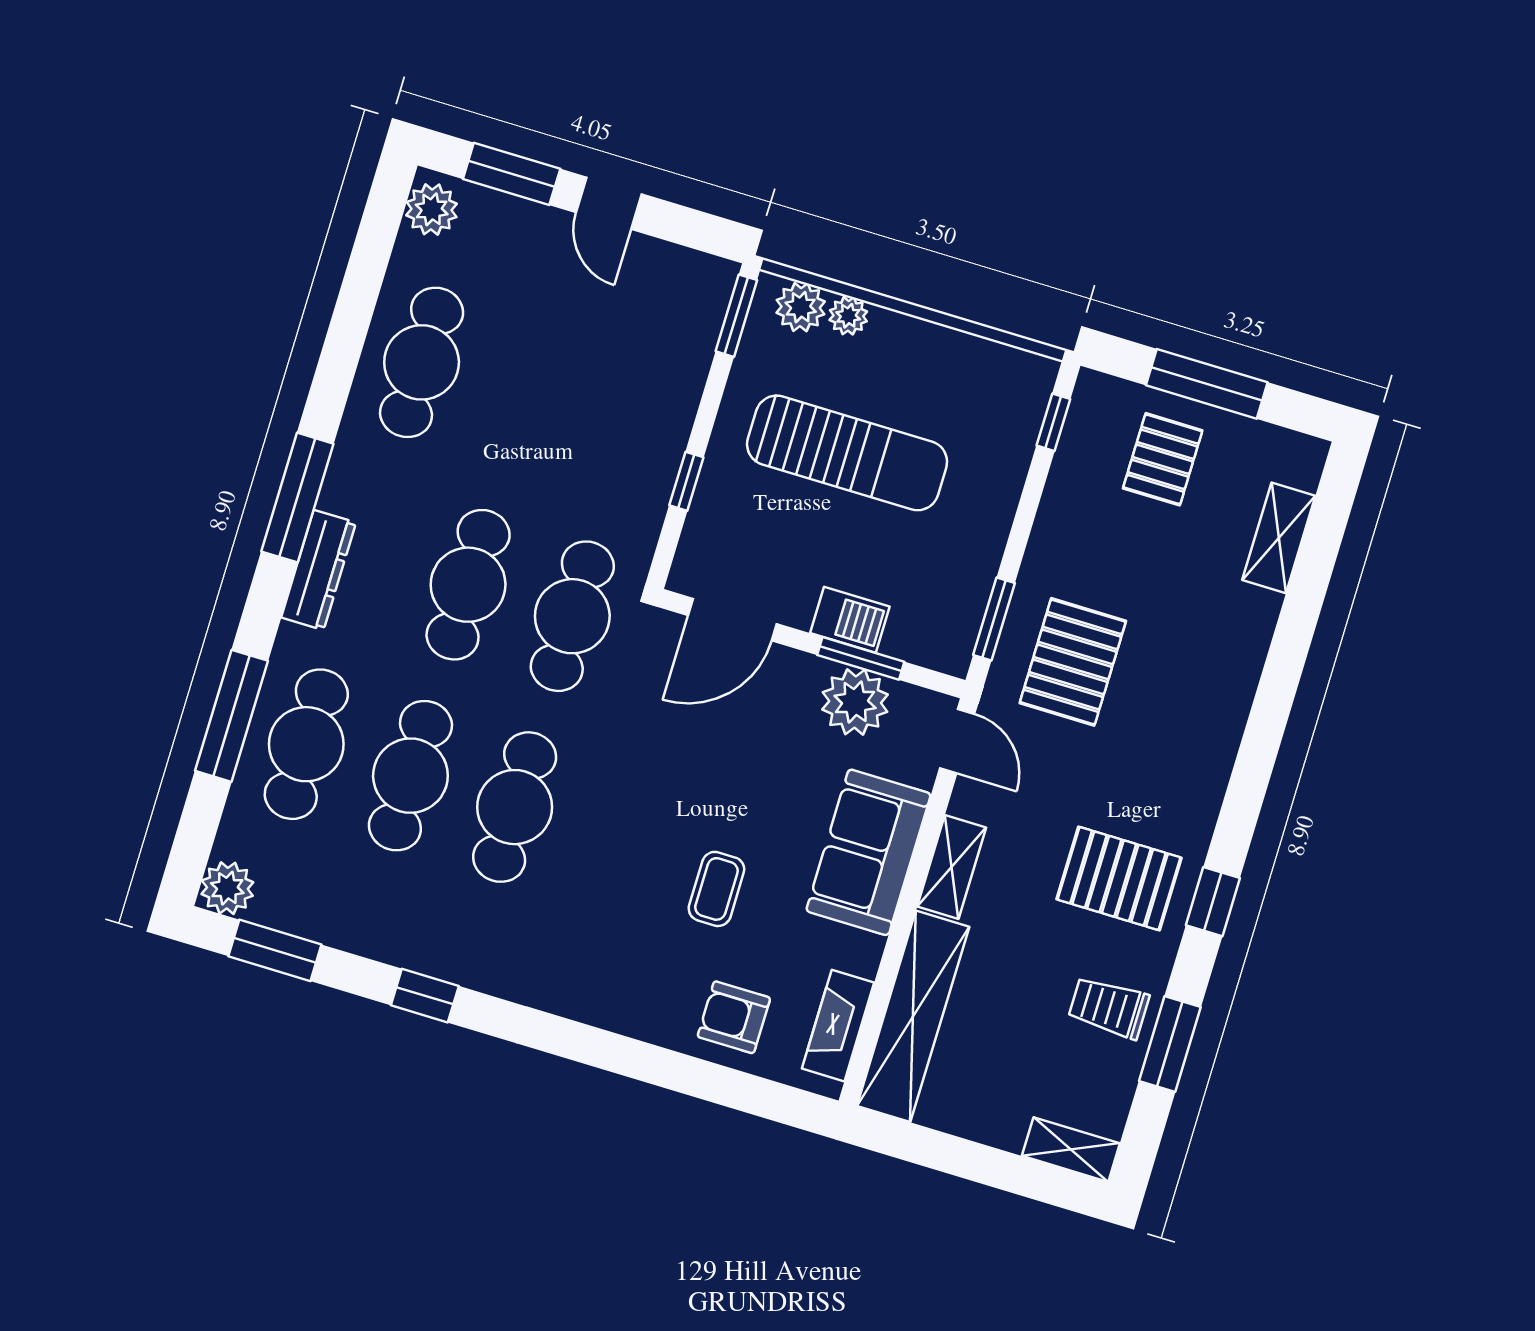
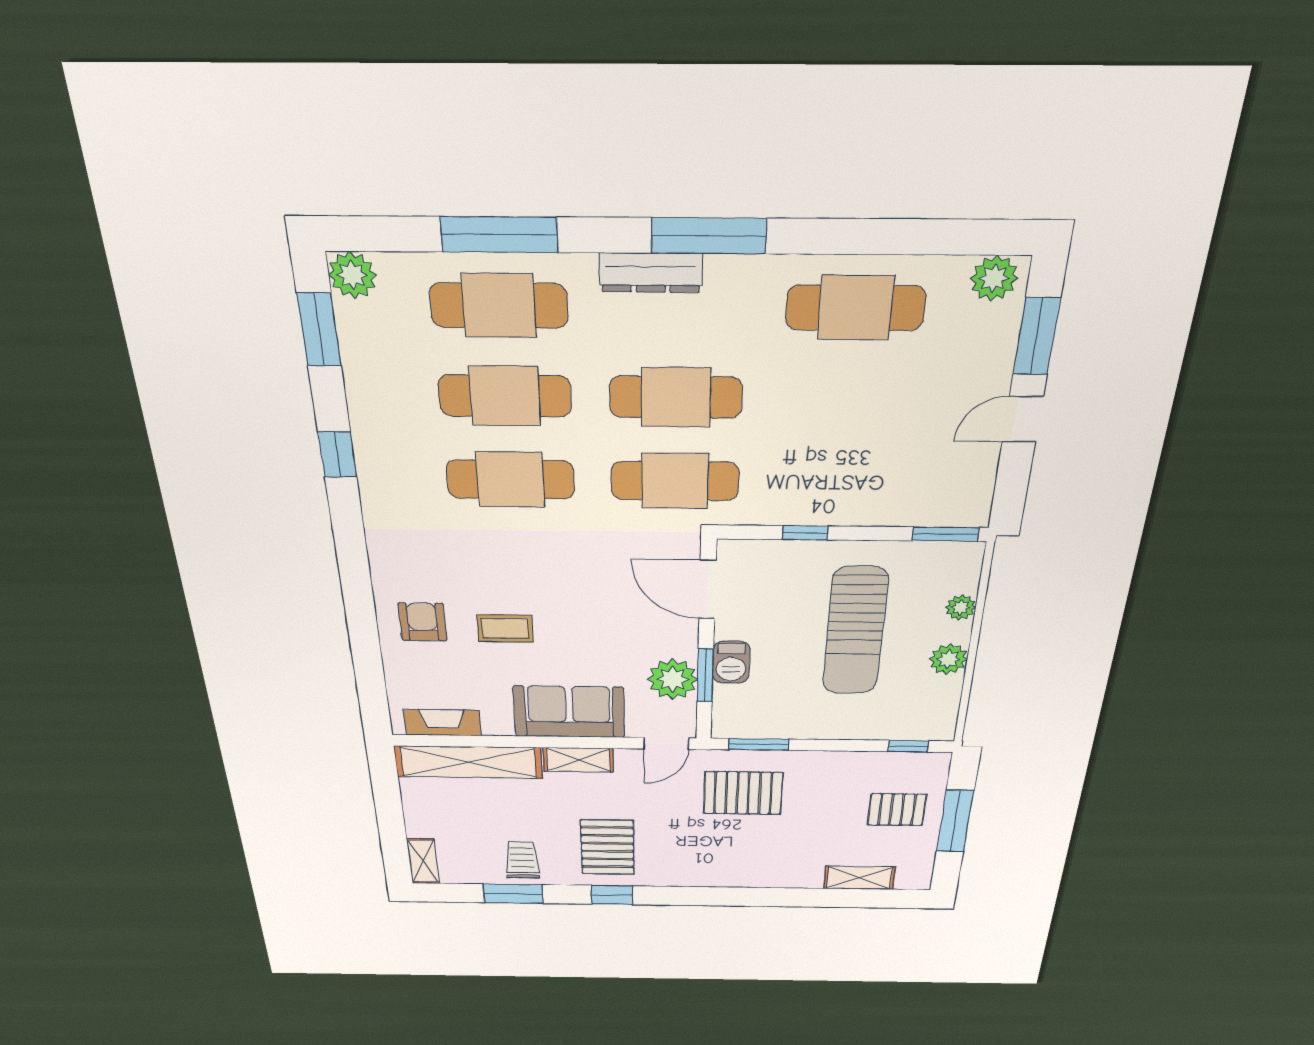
plant: (801, 307) -> (948, 659), moved
armchair: (734, 1017) -> (422, 622), moved

